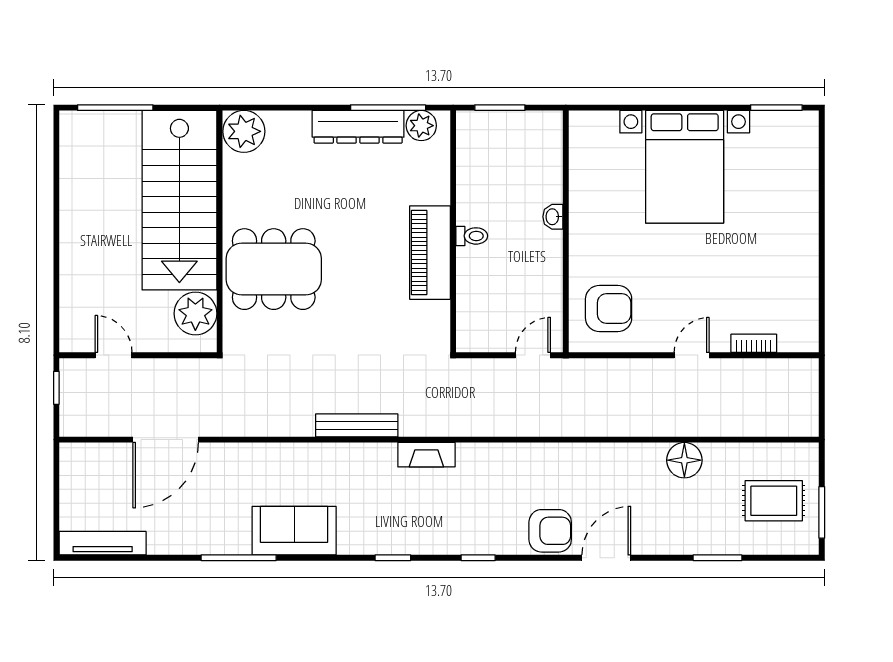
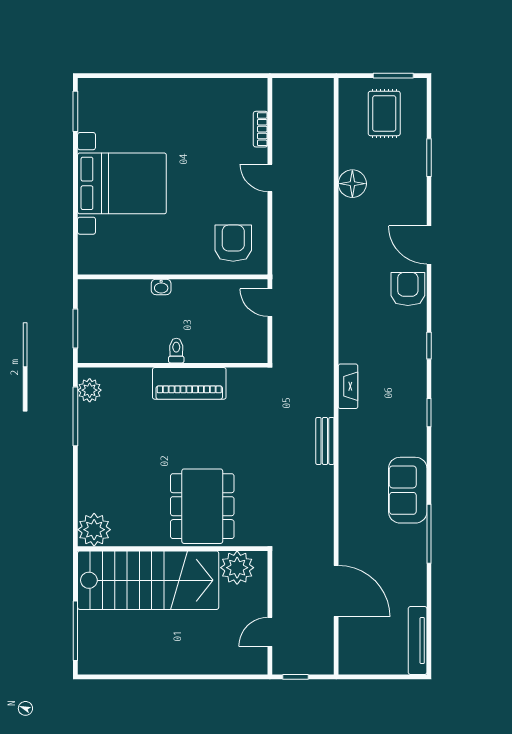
dresser: (358, 127) -> (90, 440), removed
bench: (357, 425) -> (325, 441), width x0.73

